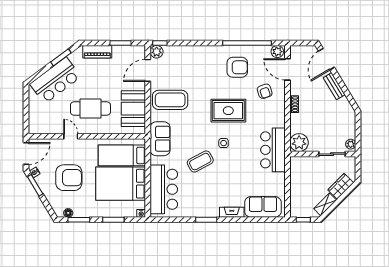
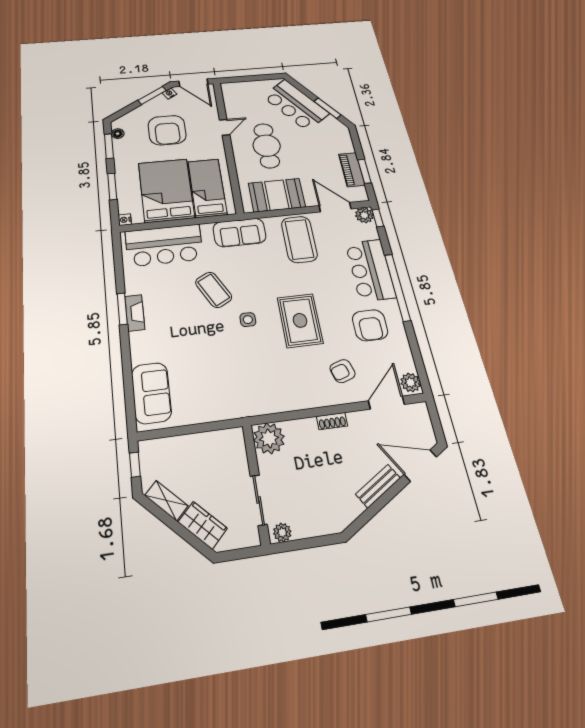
window: (247, 43) -> (397, 287), moved
piano: (97, 52) -> (352, 170), moved
bar counter: (273, 150) -> (370, 270), moved, turned -90
fireplace: (232, 212) -> (135, 313), moved

